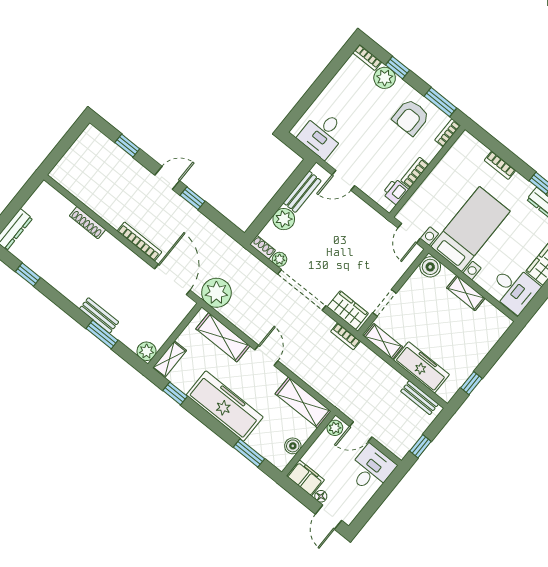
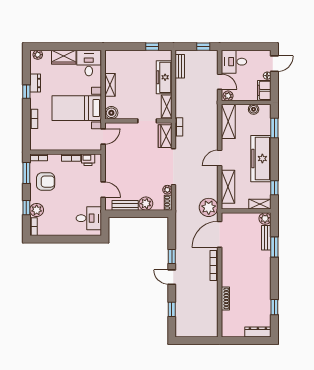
bench: (99, 315) -> (266, 238), moved

